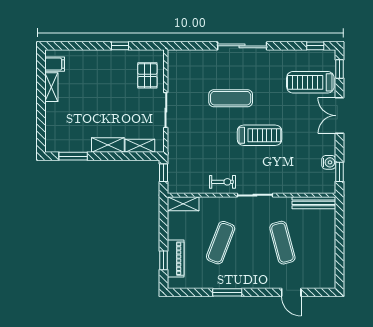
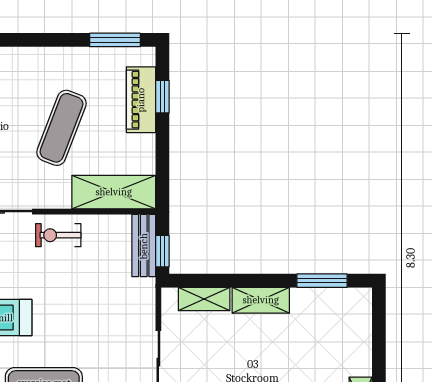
bench: (174, 176) -> (144, 246), added
shelving: (183, 204) -> (114, 192), width x1.50, depth x1.33
window: (227, 292) -> (115, 40), moved

